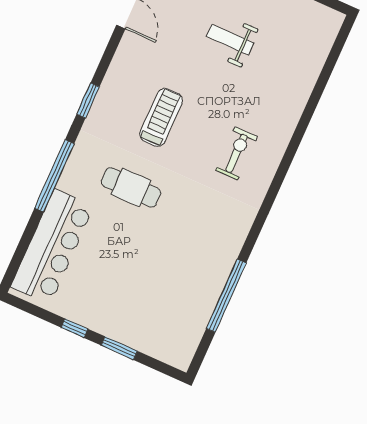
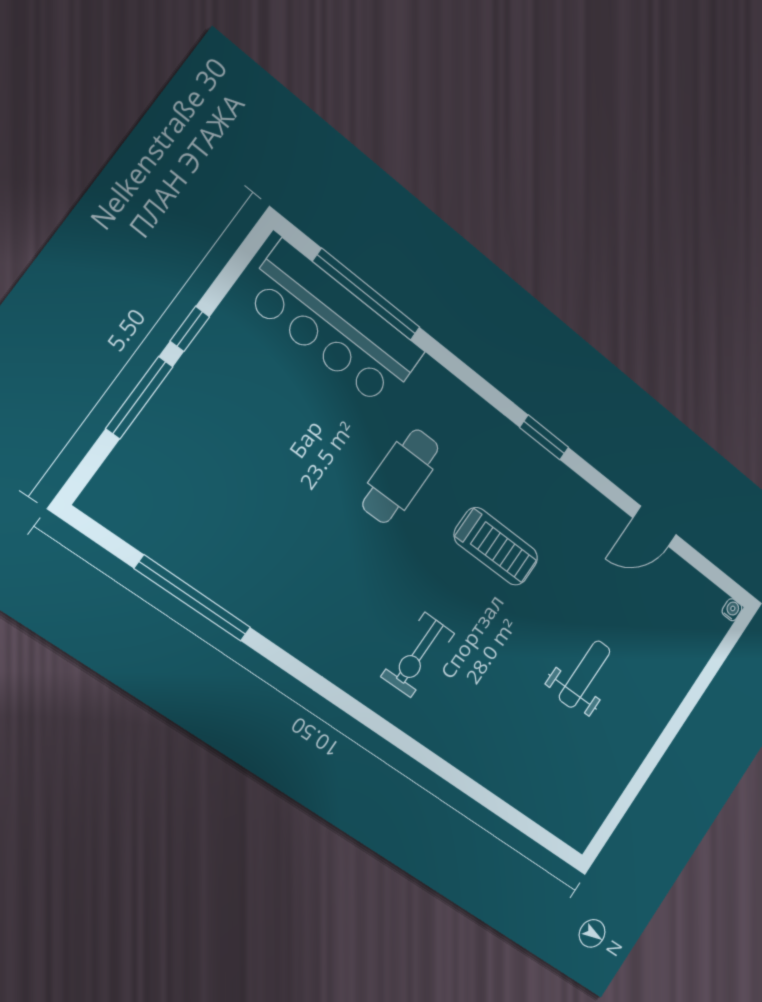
exercise bike: (236, 153) -> (418, 655), turned 90
window: (54, 176) -> (367, 295), moved
window: (119, 348) -> (139, 398), width x1.44

